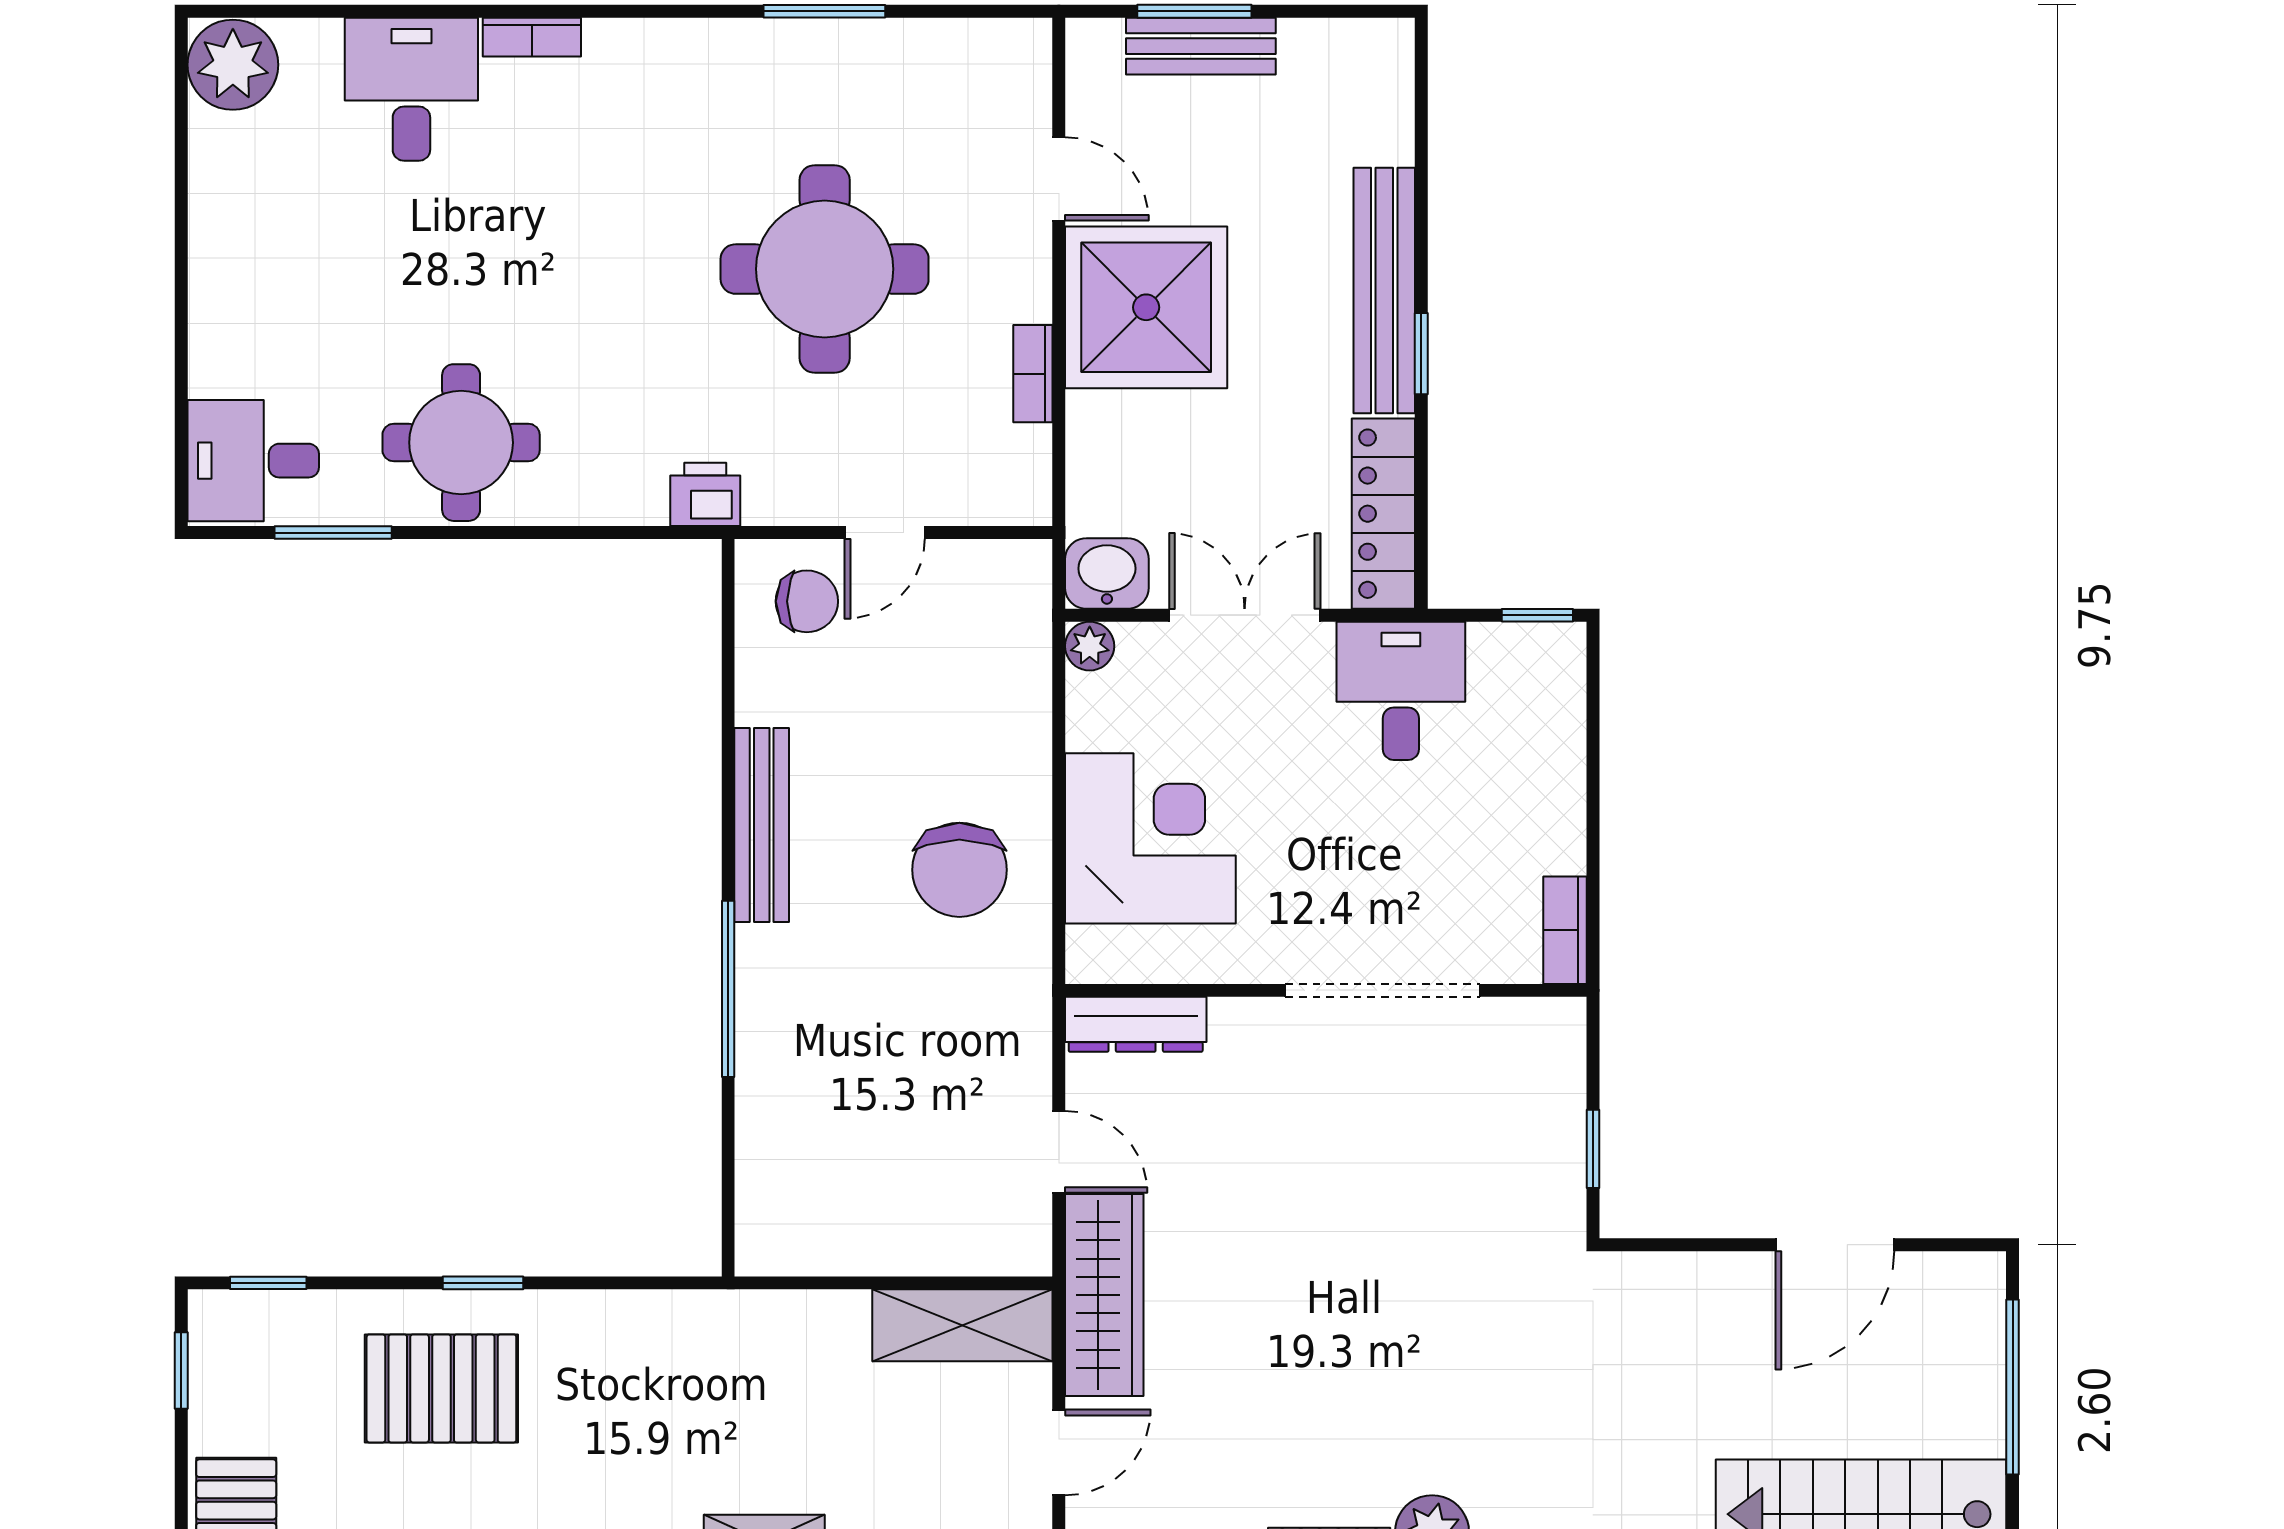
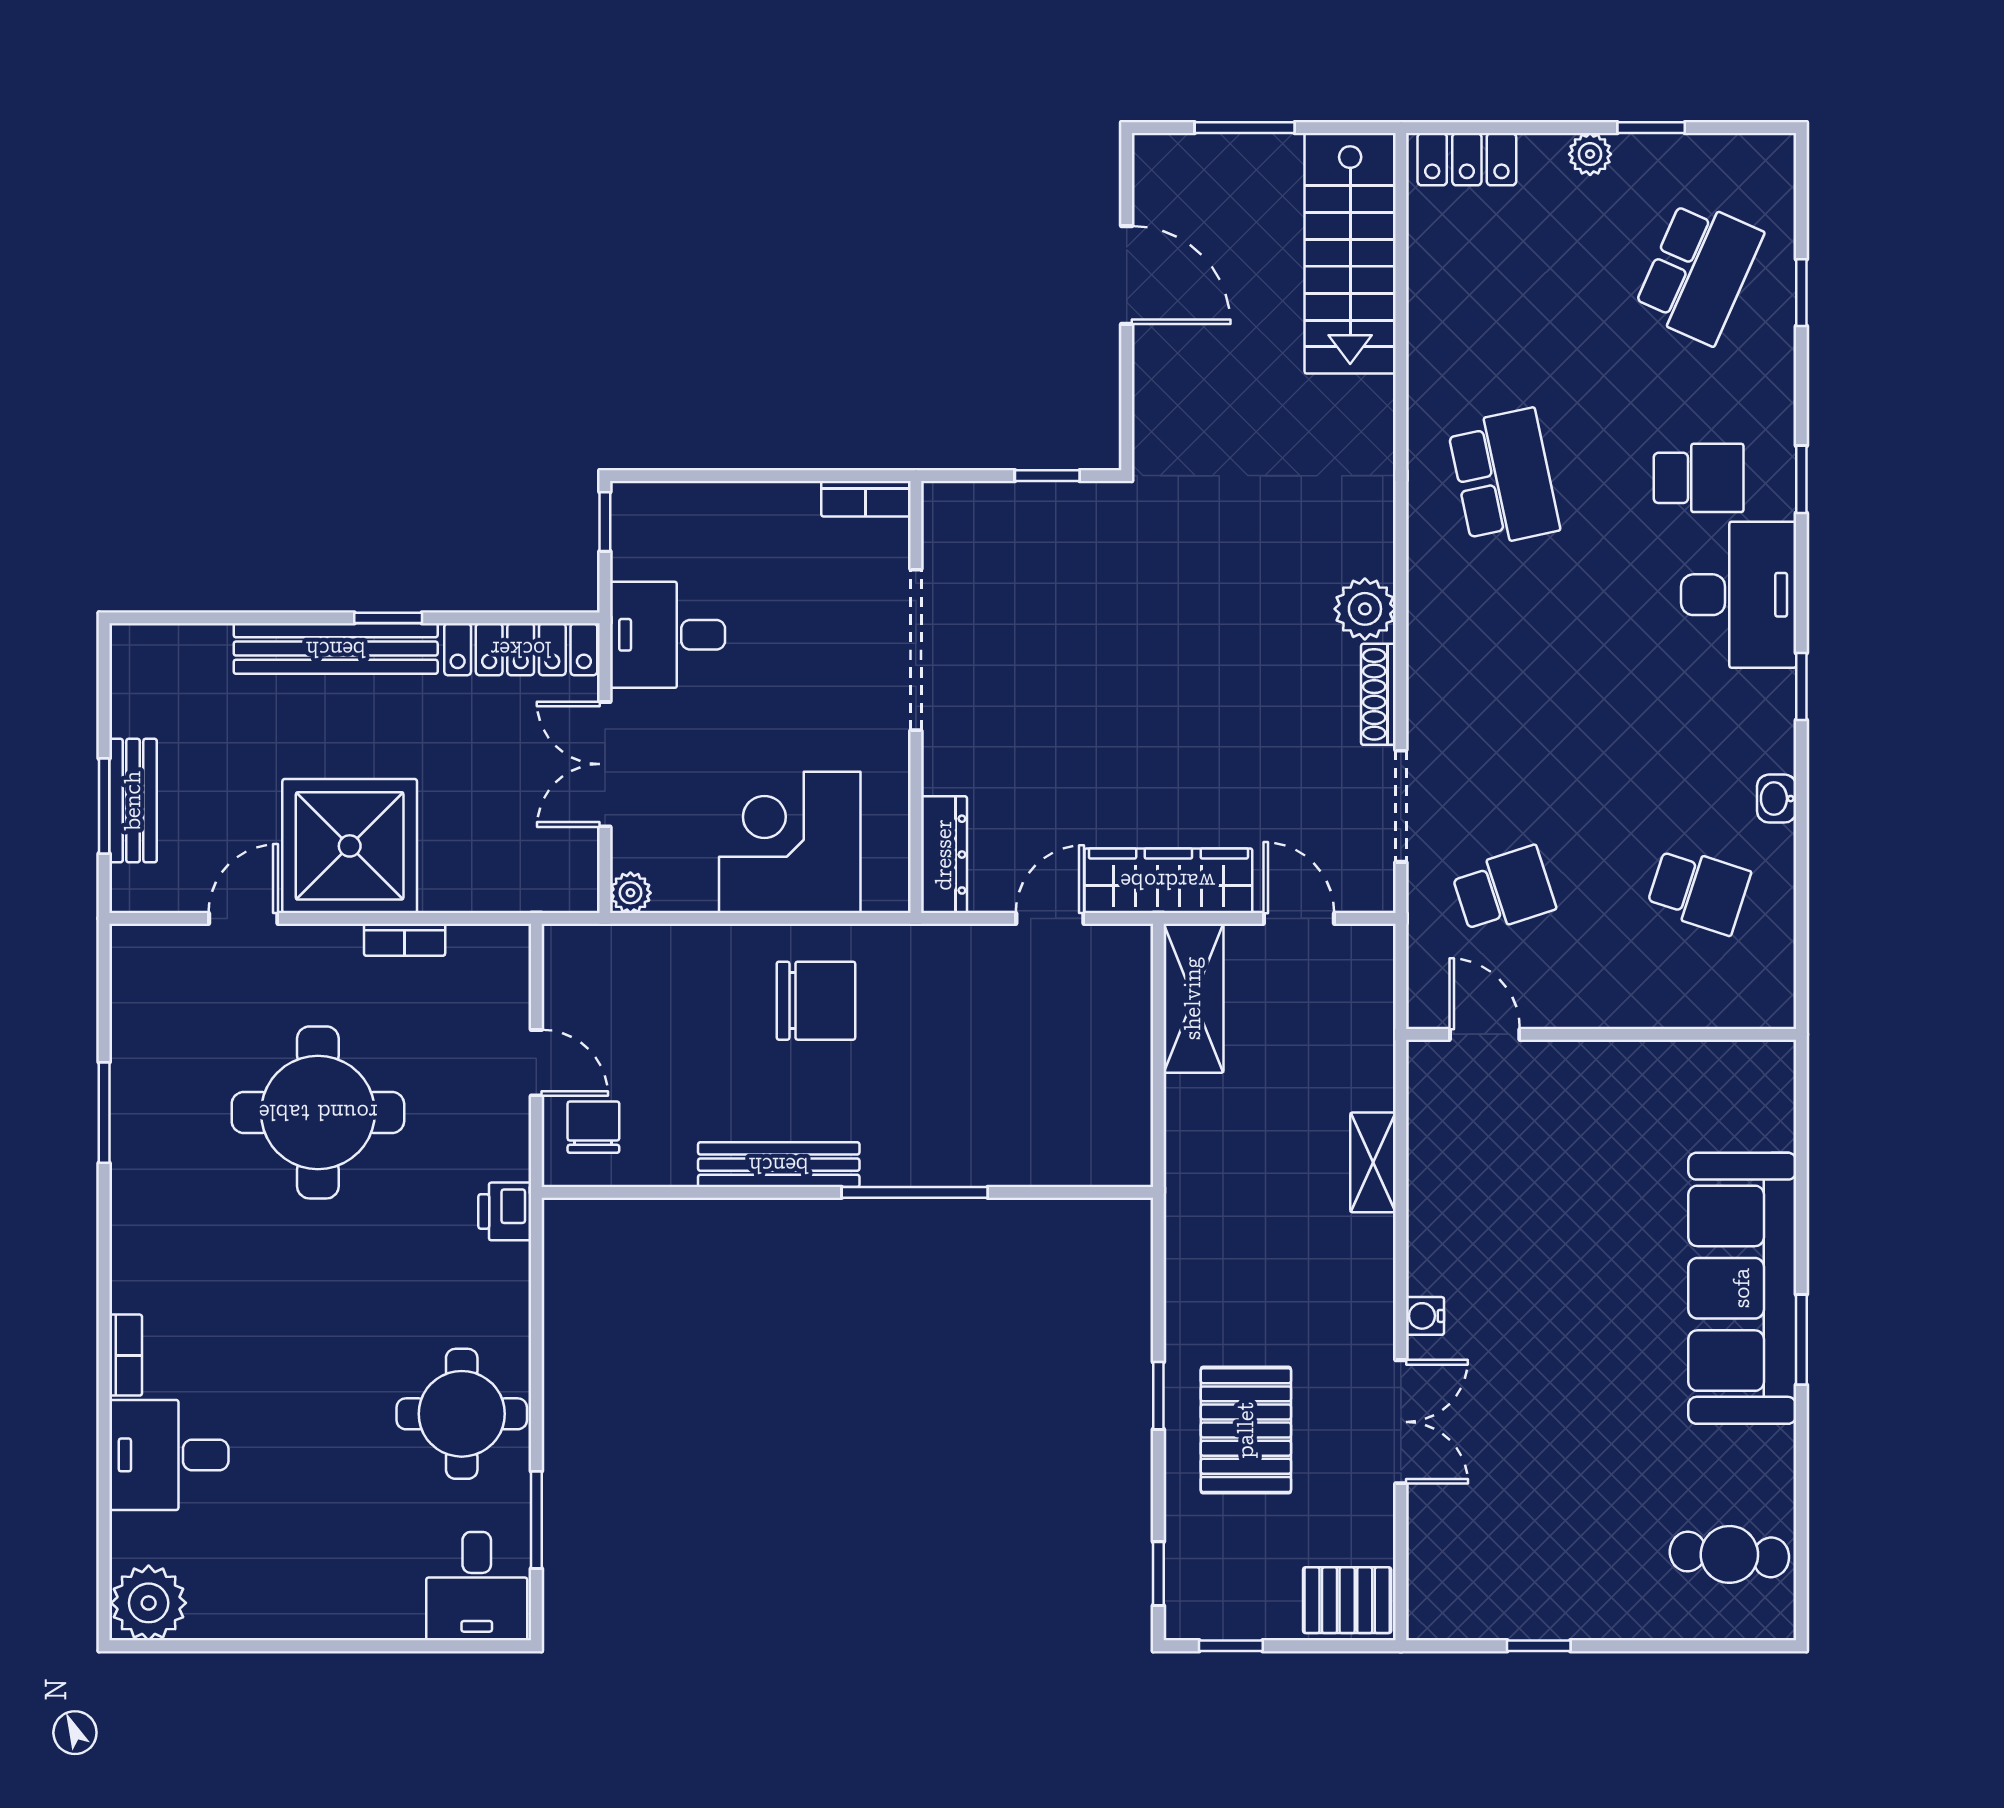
washbasin: (1107, 573) -> (570, 878), removed
window: (2013, 1387) -> (1245, 128), width x0.69

